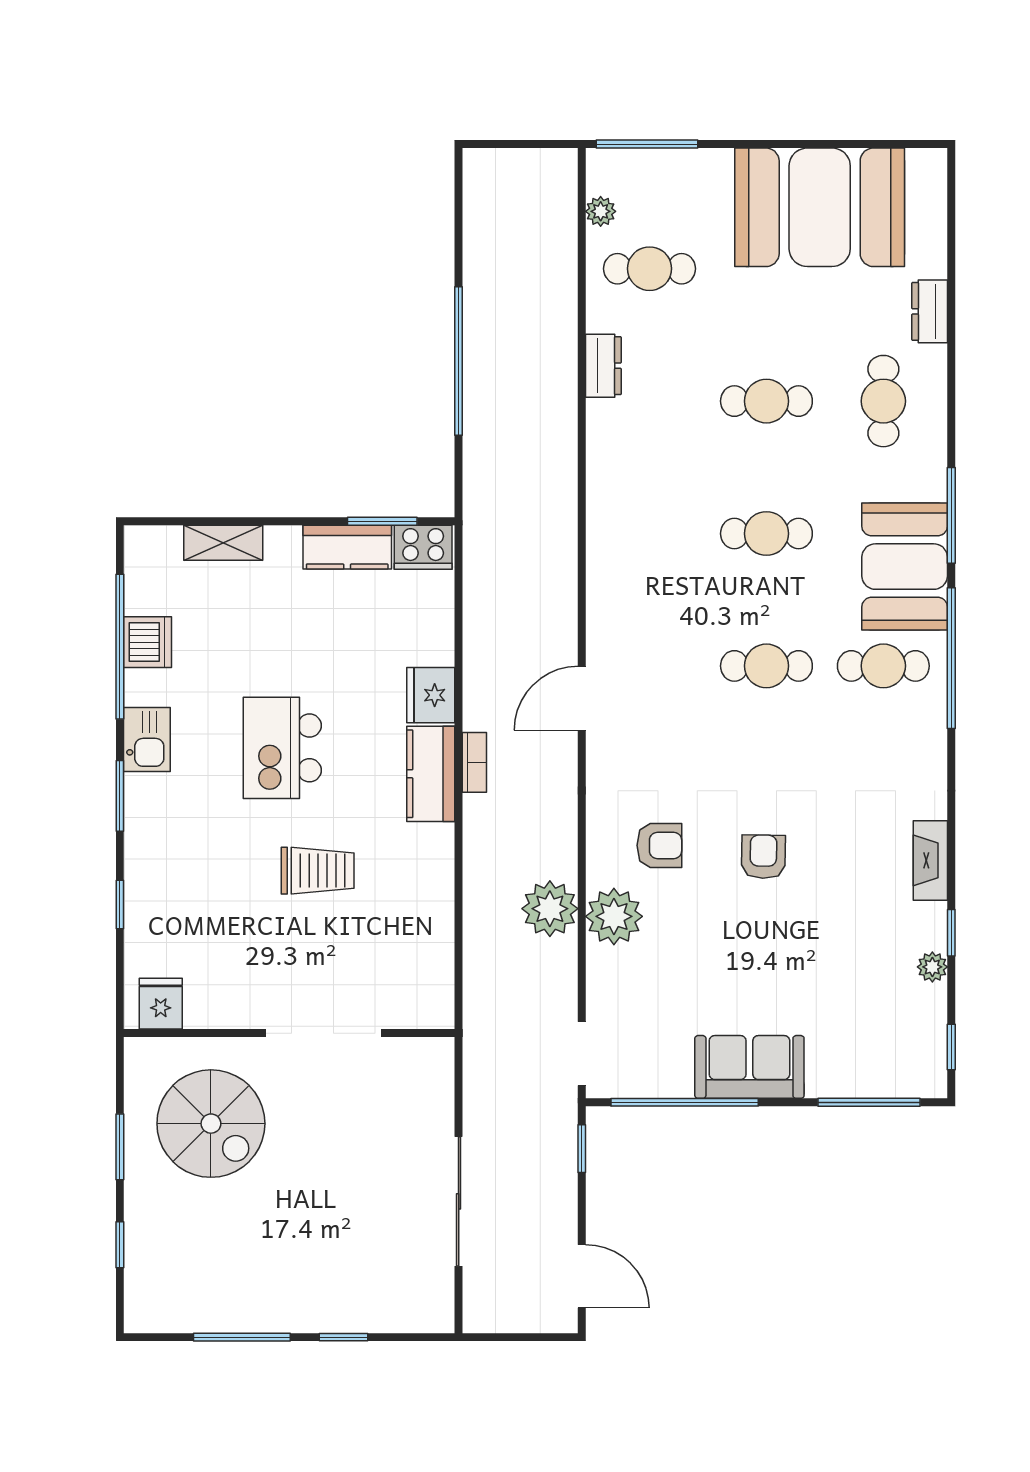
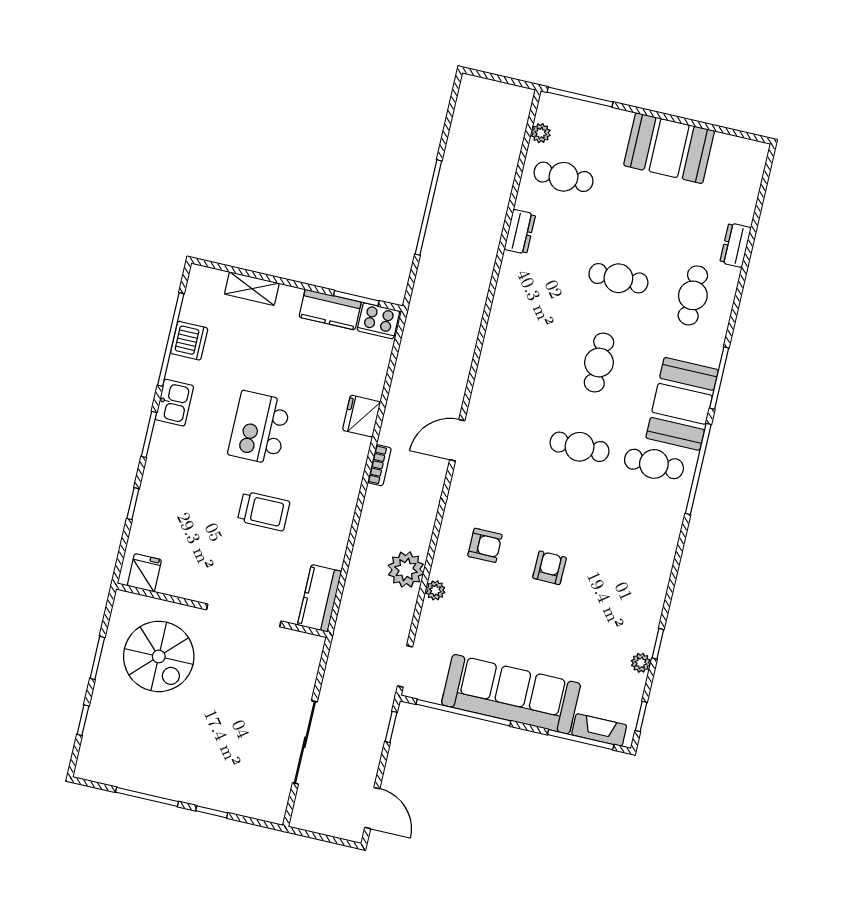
booth: (820, 207) -> (669, 148), width x0.73, depth x0.70
cafe table: (766, 534) -> (599, 363), turned 90
kitchen counter: (431, 774) -> (320, 598), moved
fireplace: (930, 860) -> (599, 730), moved, turned 90
plant: (614, 916) -> (435, 590), width x0.53, depth x0.53
sofa: (749, 1067) -> (511, 694), width x1.85, depth x1.27

